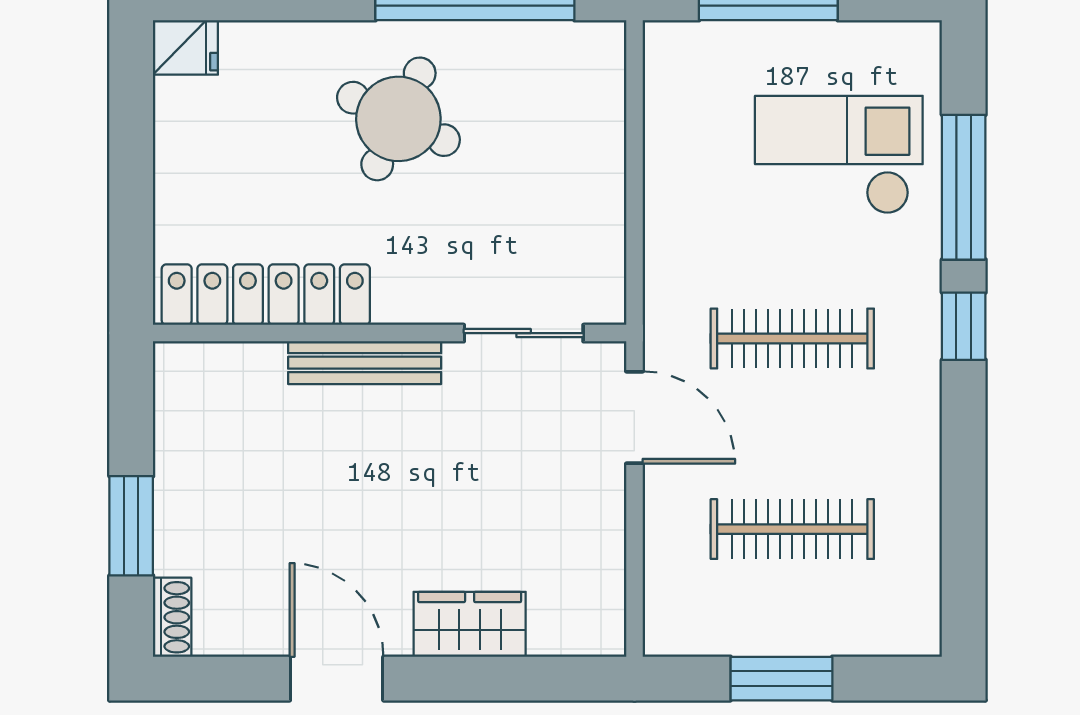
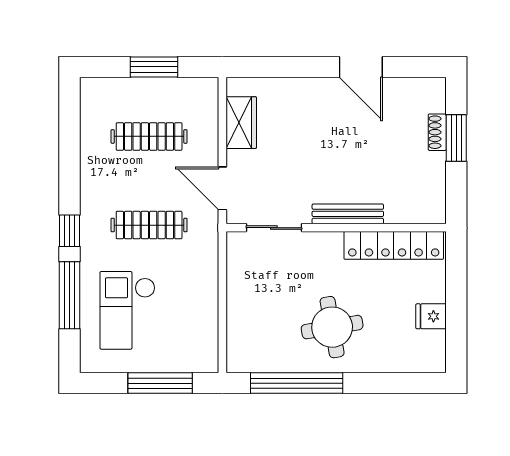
fridge: (185, 47) -> (431, 316), moved
round table: (398, 119) -> (332, 327), turned -35
checkout: (839, 155) -> (127, 310), turned 90
shoe rack: (172, 617) -> (437, 132), moved
wardrobe: (470, 624) -> (241, 123), moved, turned -90

